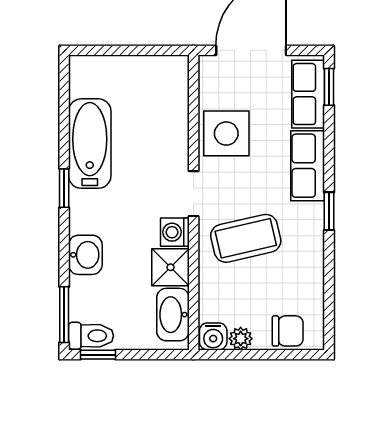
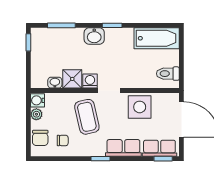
bathtub: (90, 144) -> (157, 38), moved
washbasin: (85, 255) -> (94, 36), moved
chair: (293, 286) -> (63, 140), added
window: (64, 315) -> (61, 25), moved
washbasin: (173, 315) -> (55, 83), width x0.52, depth x0.69
toilet: (91, 336) -> (168, 74), moved, turned 90

